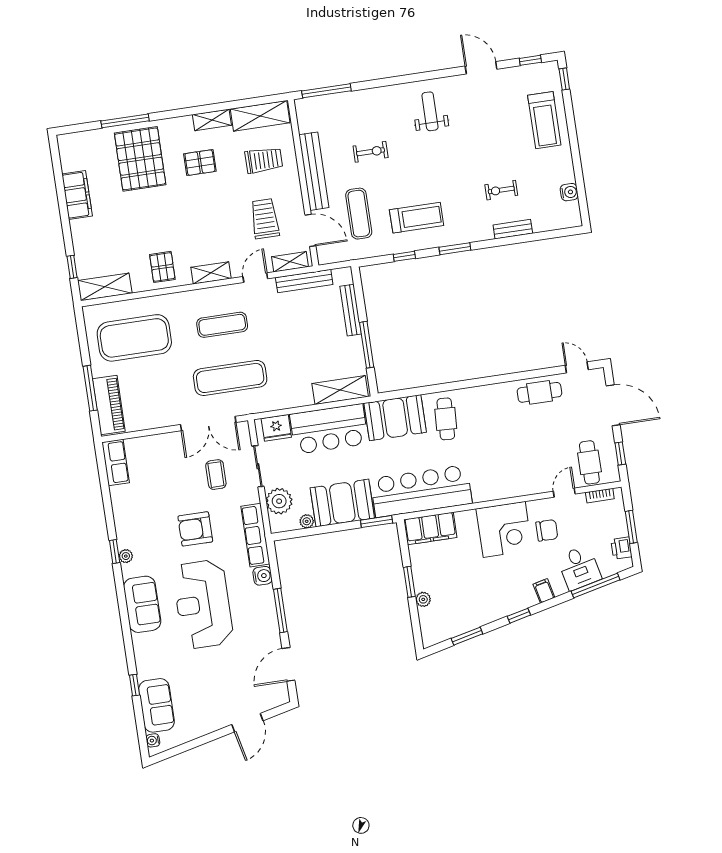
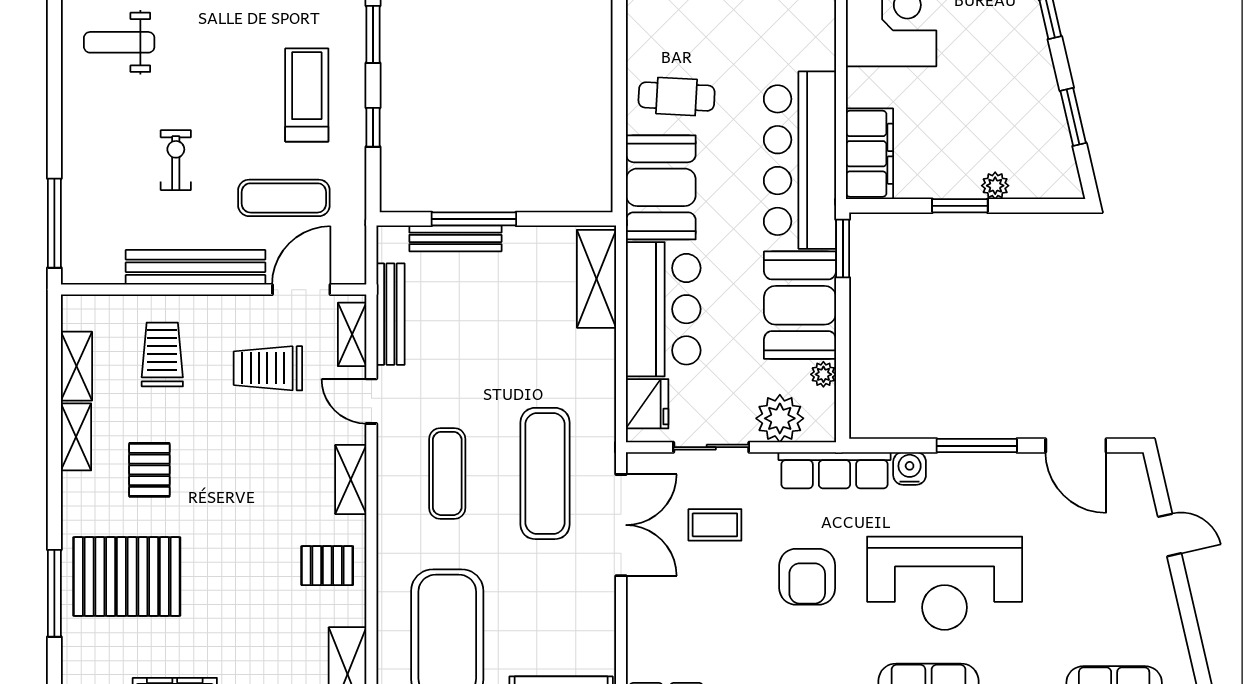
shelving: (260, 116) -> (76, 366), width x0.67, depth x0.75
window: (367, 345) -> (474, 219), moved
door: (247, 723) -> (1170, 535), width x0.73

